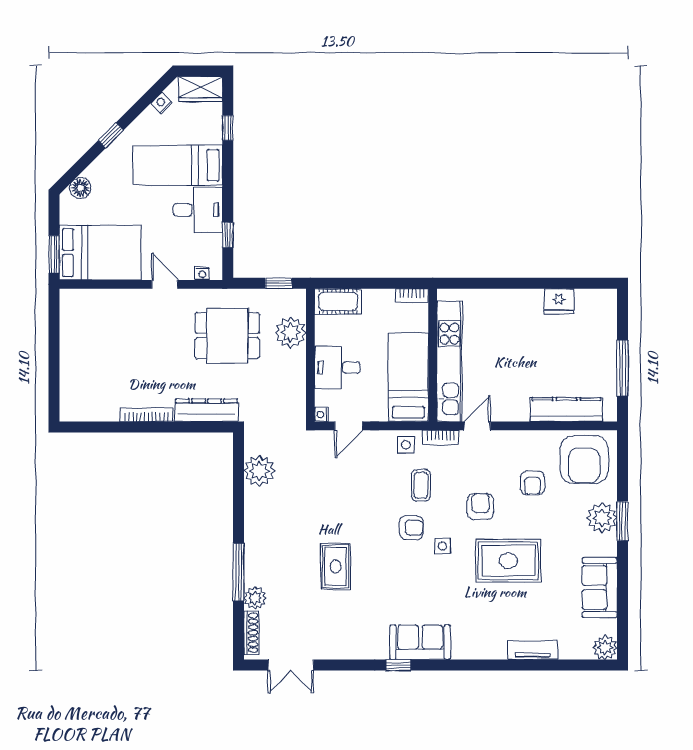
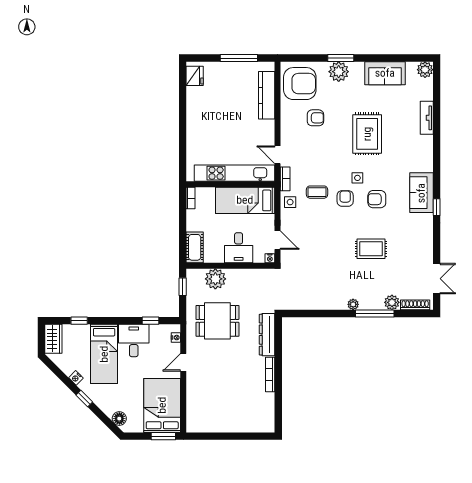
nightstand: (162, 103) -> (76, 378), moved
fridge: (559, 301) -> (195, 76), moved
dining table: (227, 336) -> (217, 321), turned 90
plant: (259, 471) -> (353, 304), moved, width x0.53, depth x0.53
armchair: (480, 506) -> (377, 199), moved

